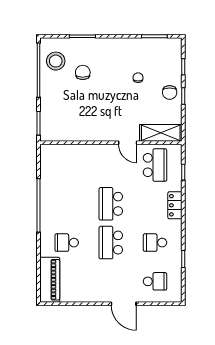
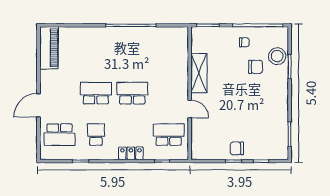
stool: (56, 61) -> (277, 56), moved
chair: (138, 78) -> (244, 42), moved
shelving: (161, 133) -> (199, 73), moved
door: (128, 143) -> (190, 109), swing flipped
school desk: (155, 165) -> (169, 135), turned 180
school desk: (67, 243) -> (96, 52), removed
piano: (50, 280) -> (49, 48), moved, turned -90
school desk: (155, 281) -> (60, 135), width x1.85

